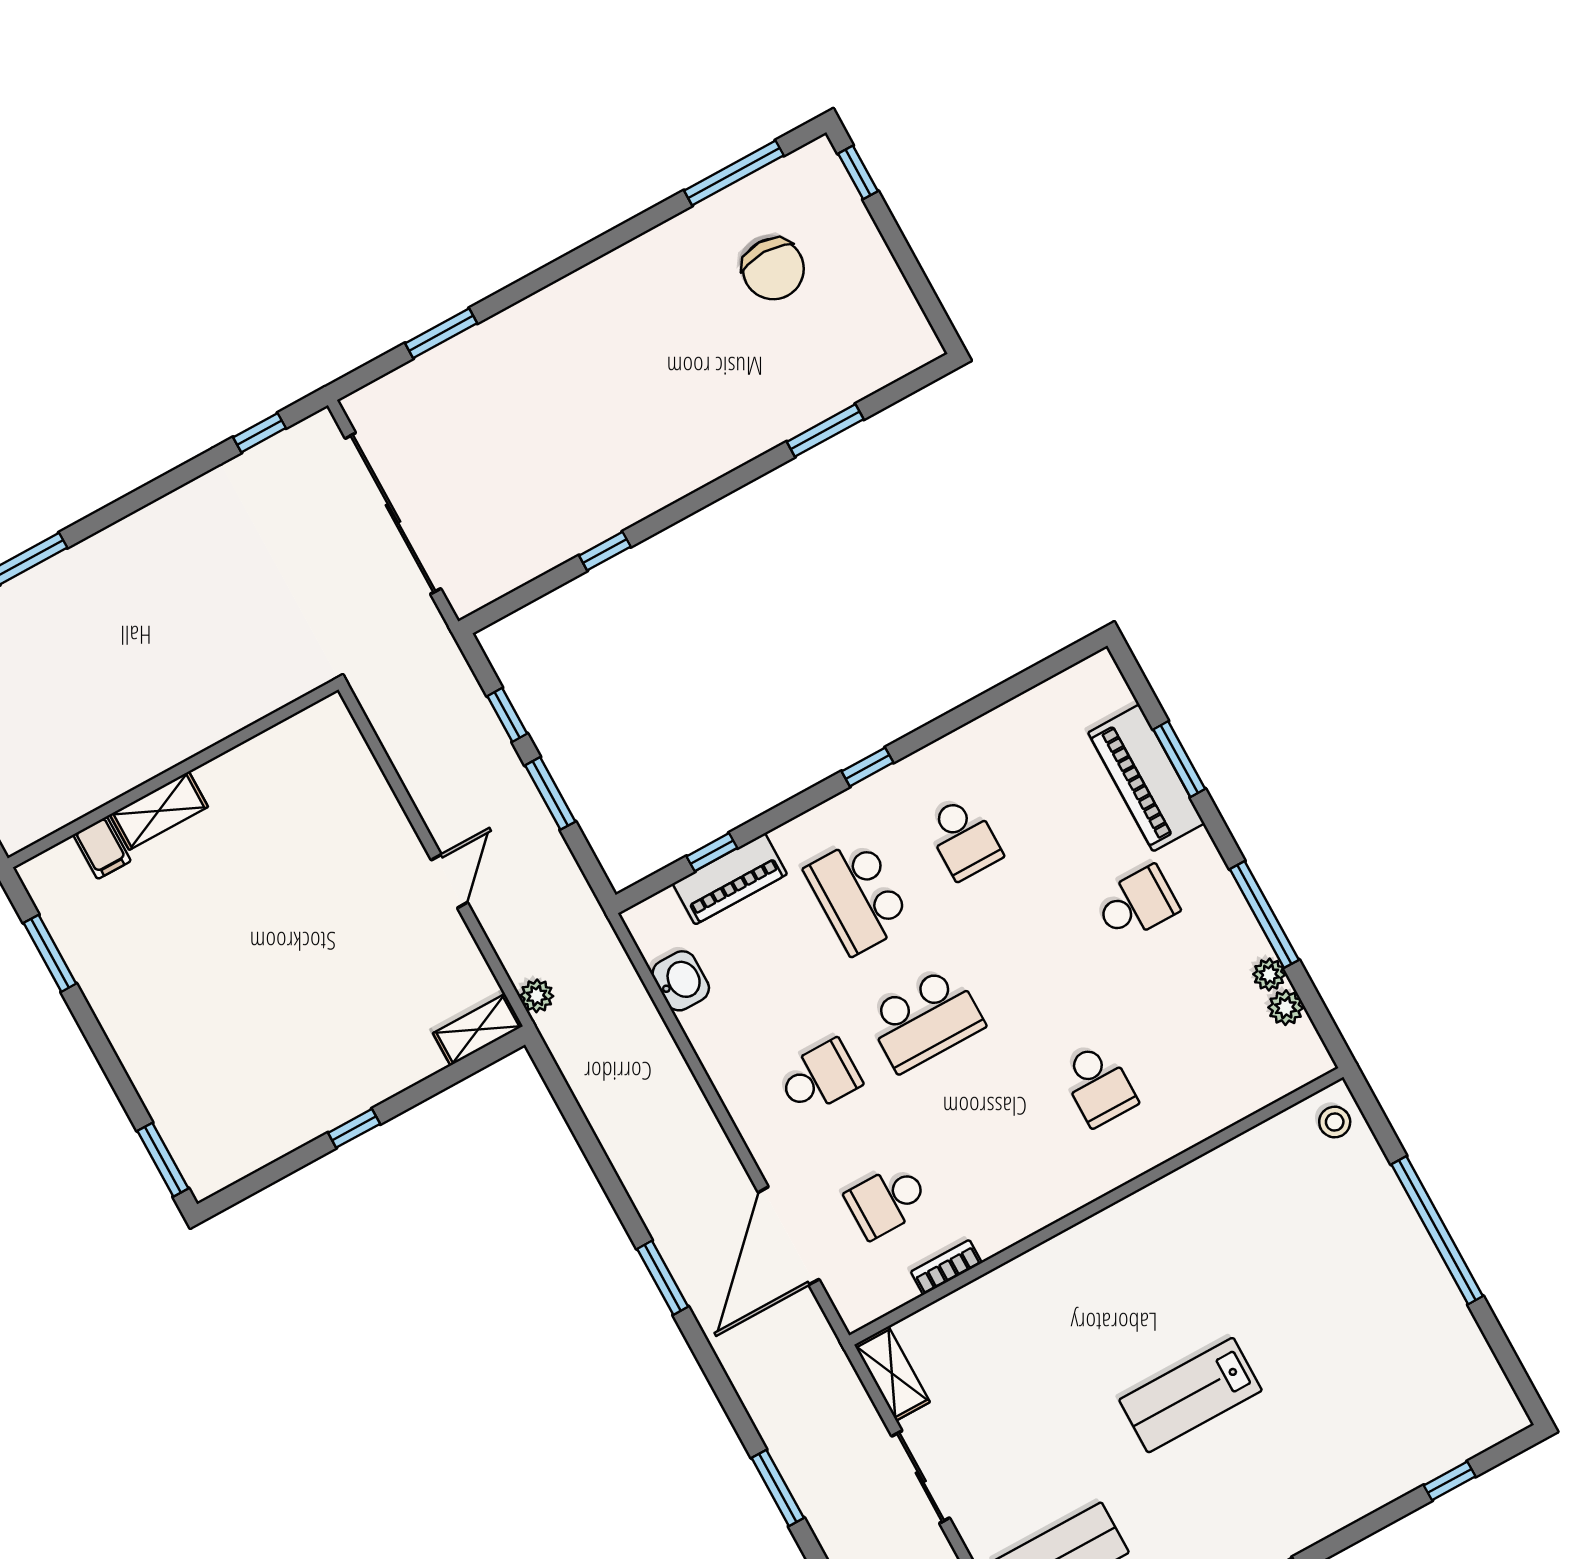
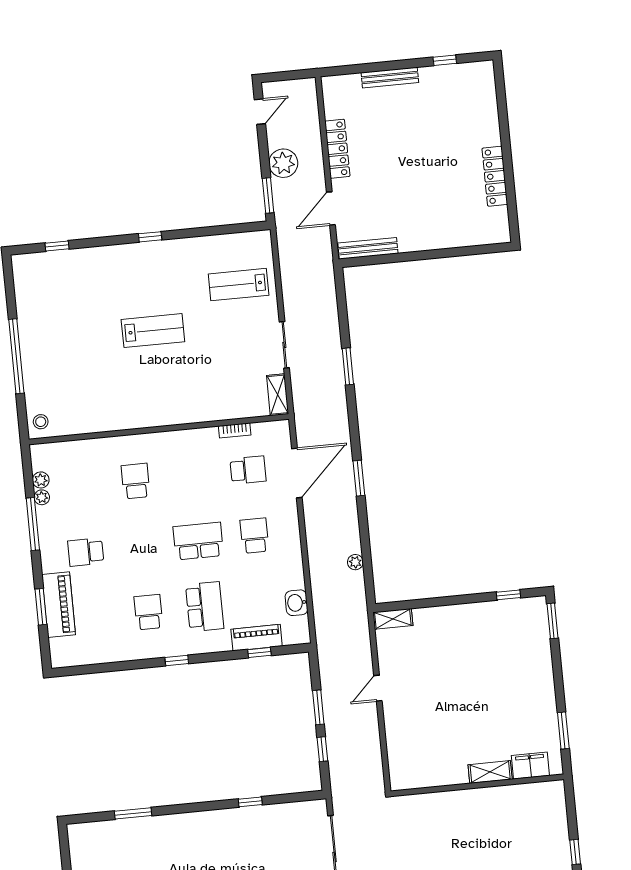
filing cabinet: (102, 848) -> (530, 766), width x2.00
plant: (537, 996) -> (355, 562), moved
school desk: (820, 1077) -> (254, 536), turned 90
window: (354, 1128) -> (508, 595), moved

